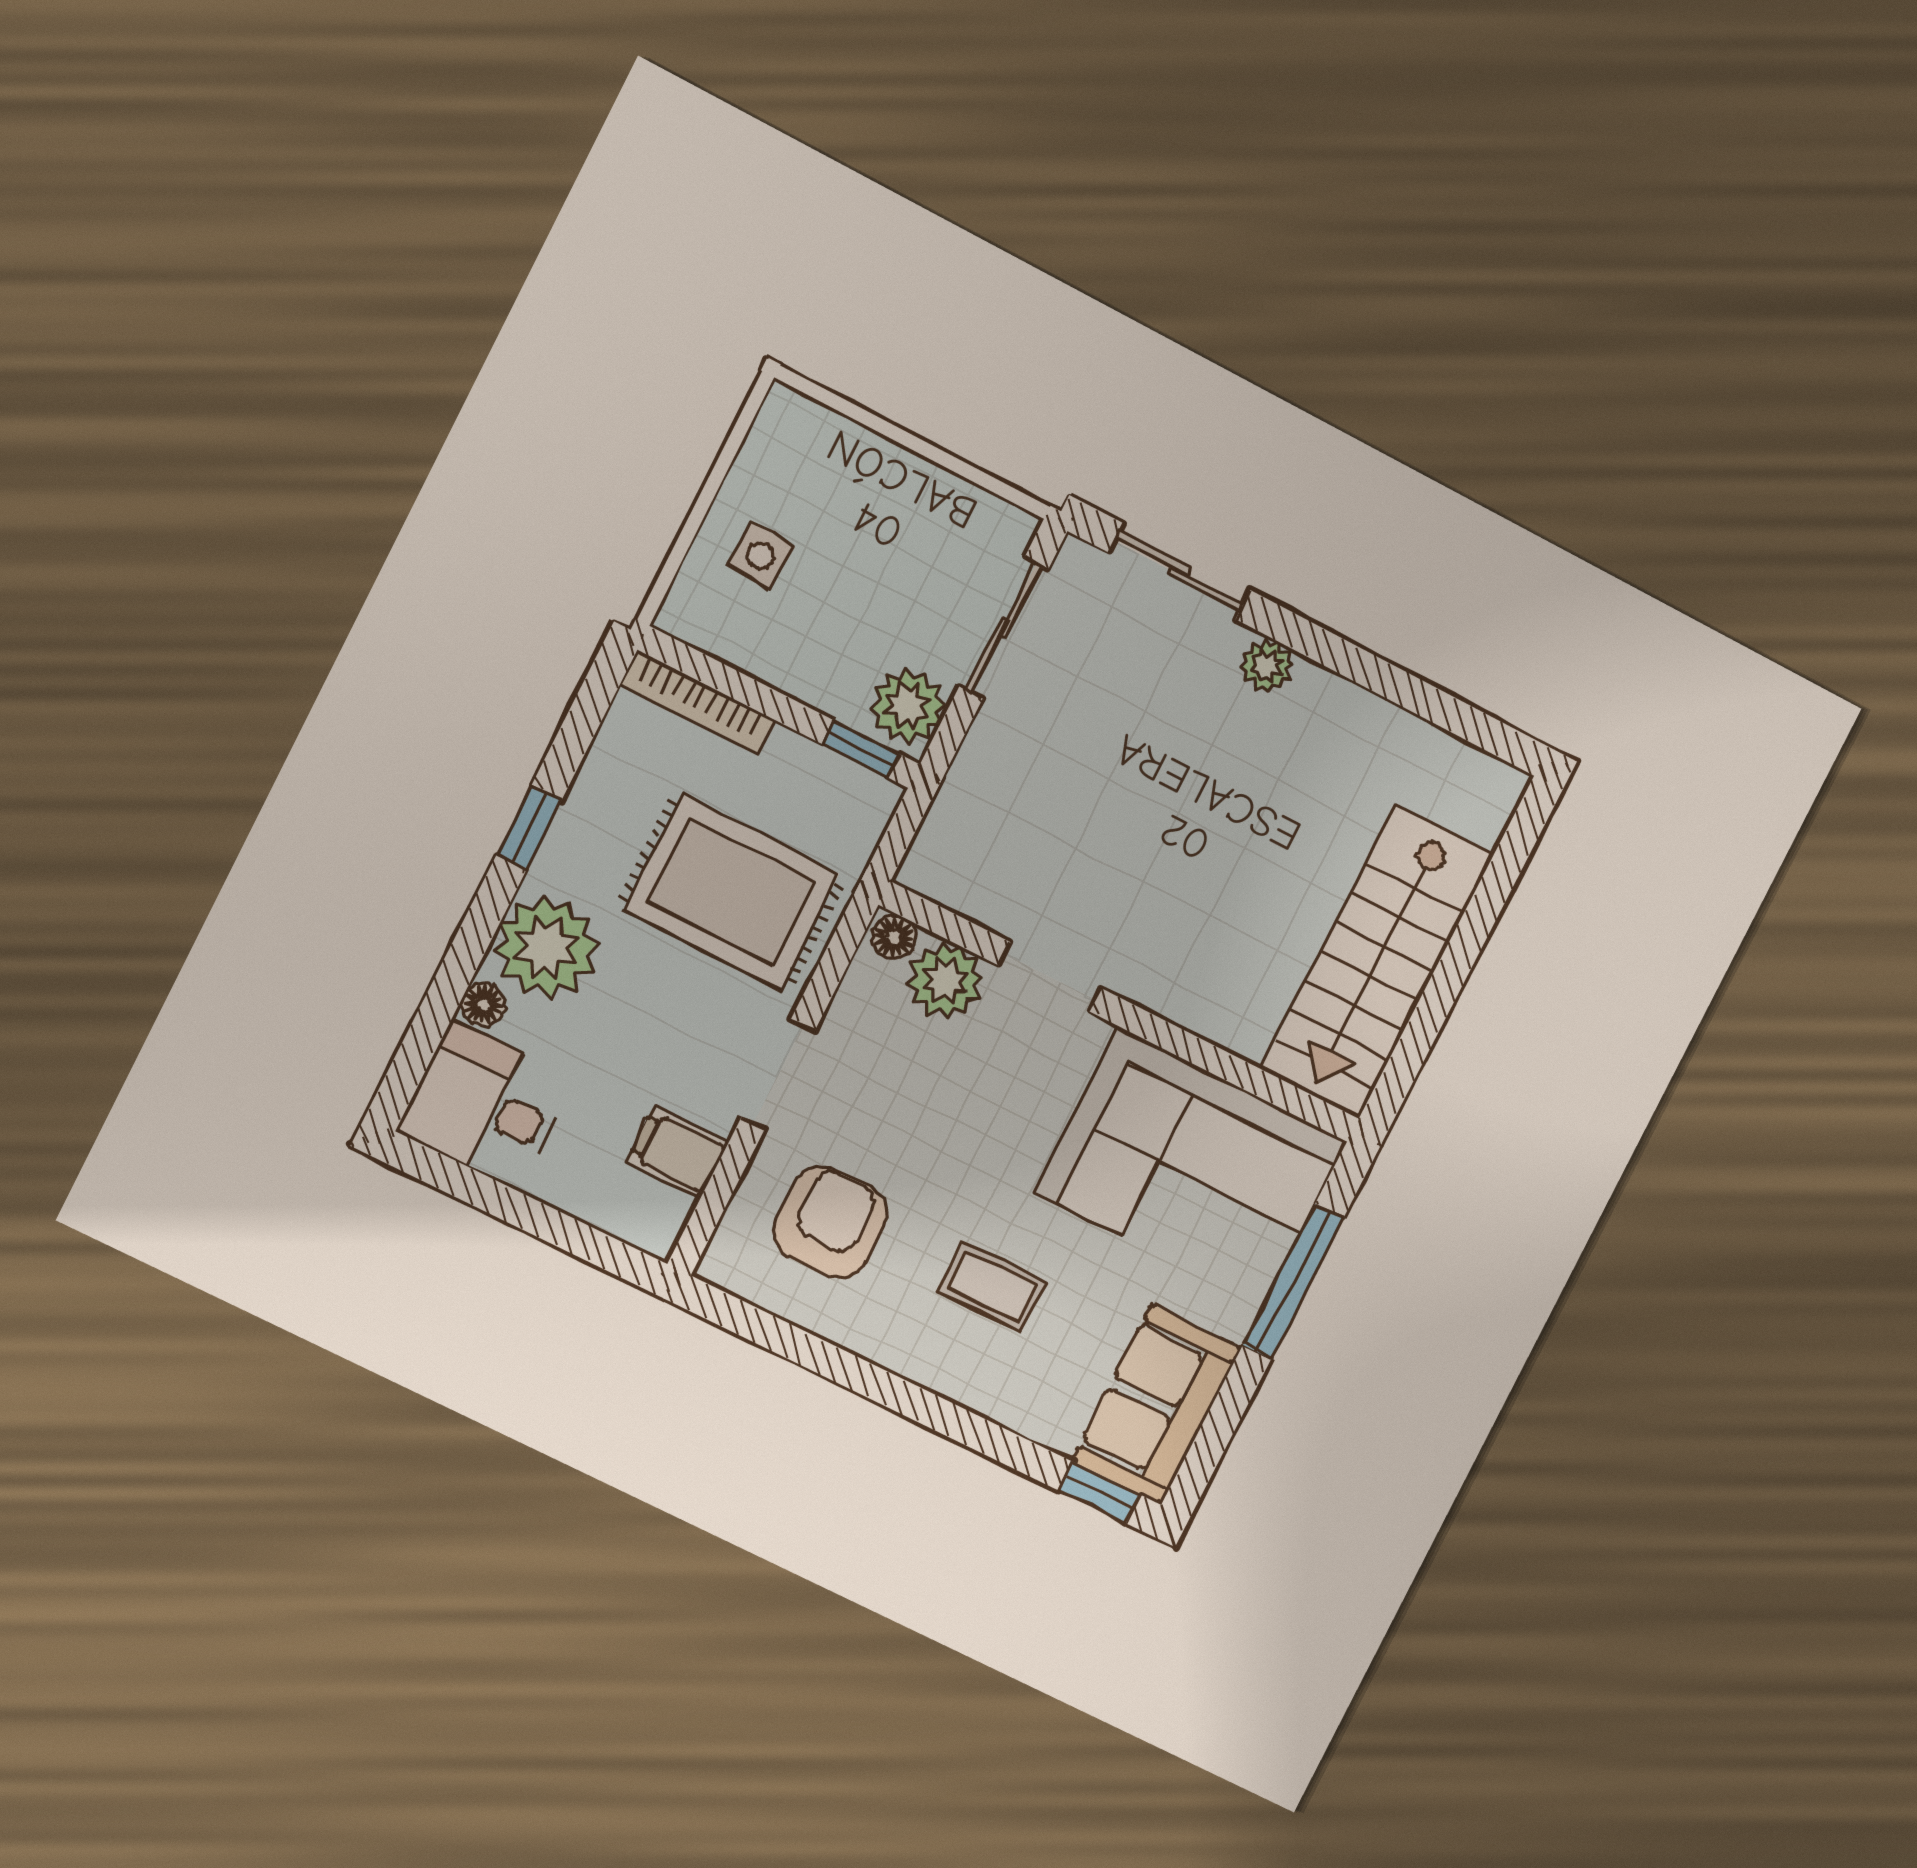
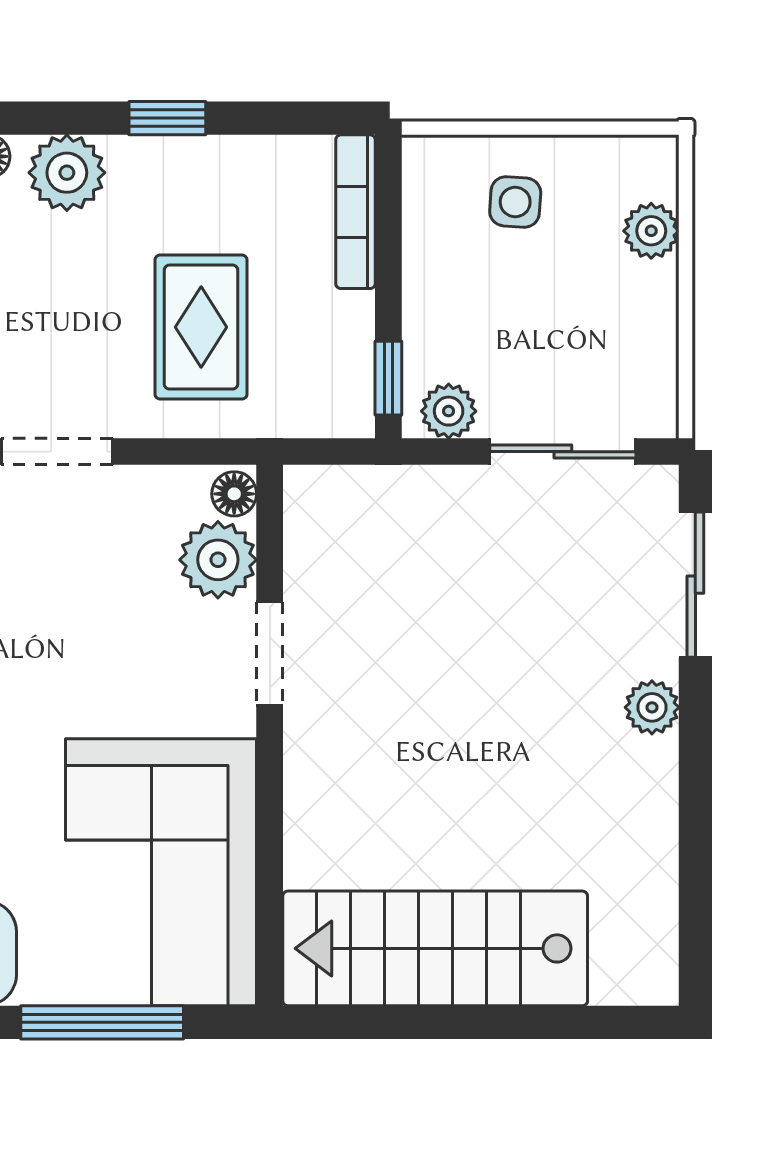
plant: (848, 447) -> (651, 231), added
plant: (908, 706) -> (449, 411), width x0.73, depth x0.73
rug: (732, 892) -> (201, 327), width x0.73, depth x0.70
plant: (546, 948) -> (67, 173), width x0.73, depth x0.73

